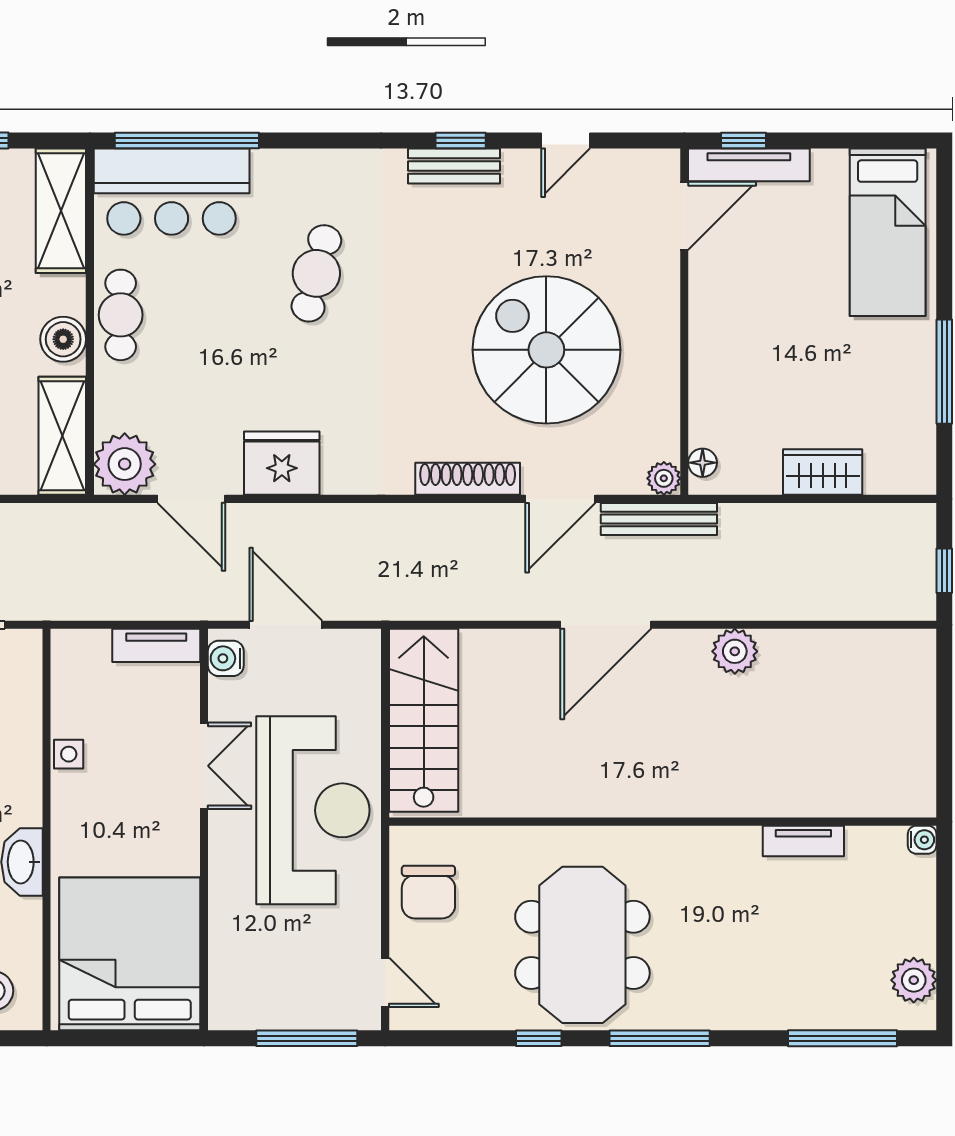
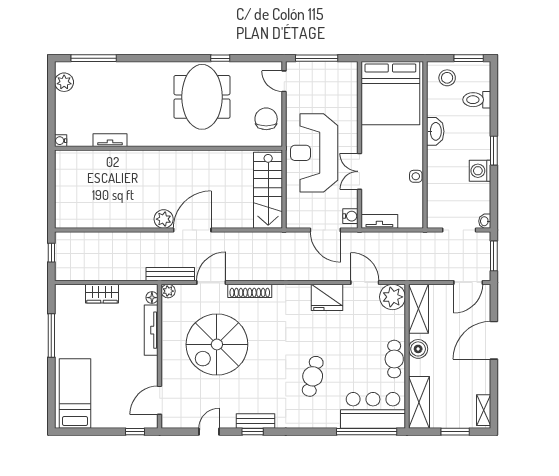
tv unit: (749, 165) -> (151, 330), moved, turned -90
spiral stairs: (546, 350) -> (217, 344), turned 90
plant: (735, 651) -> (164, 219), moved
window: (660, 1038) -> (170, 58), removed

